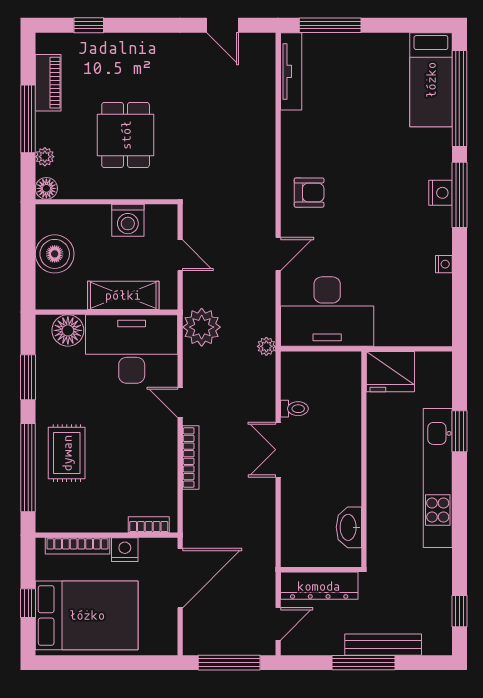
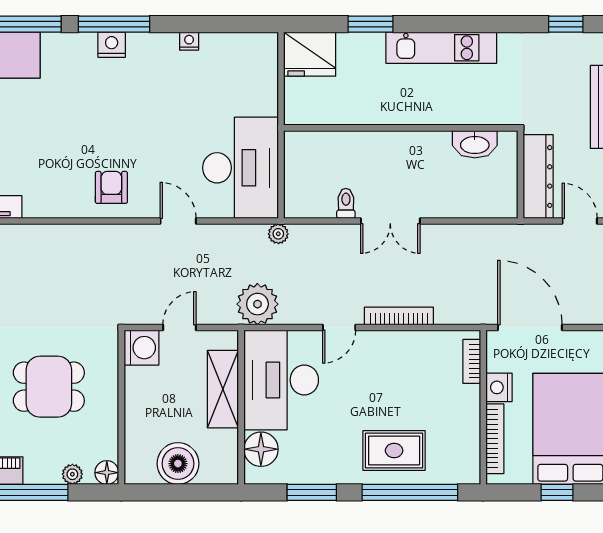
washing machine: (128, 220) -> (141, 348), moved
fridge: (390, 372) -> (310, 54), moved, turned 90
kitchen unit: (438, 478) -> (441, 48), width x0.73

